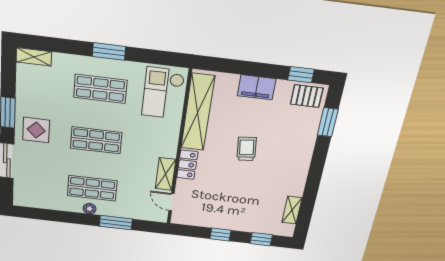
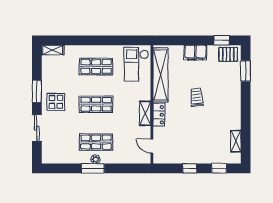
window: (109, 51) -> (100, 40), removed
shelving: (166, 174) -> (145, 113), moved
window: (116, 223) -> (93, 168), moved

